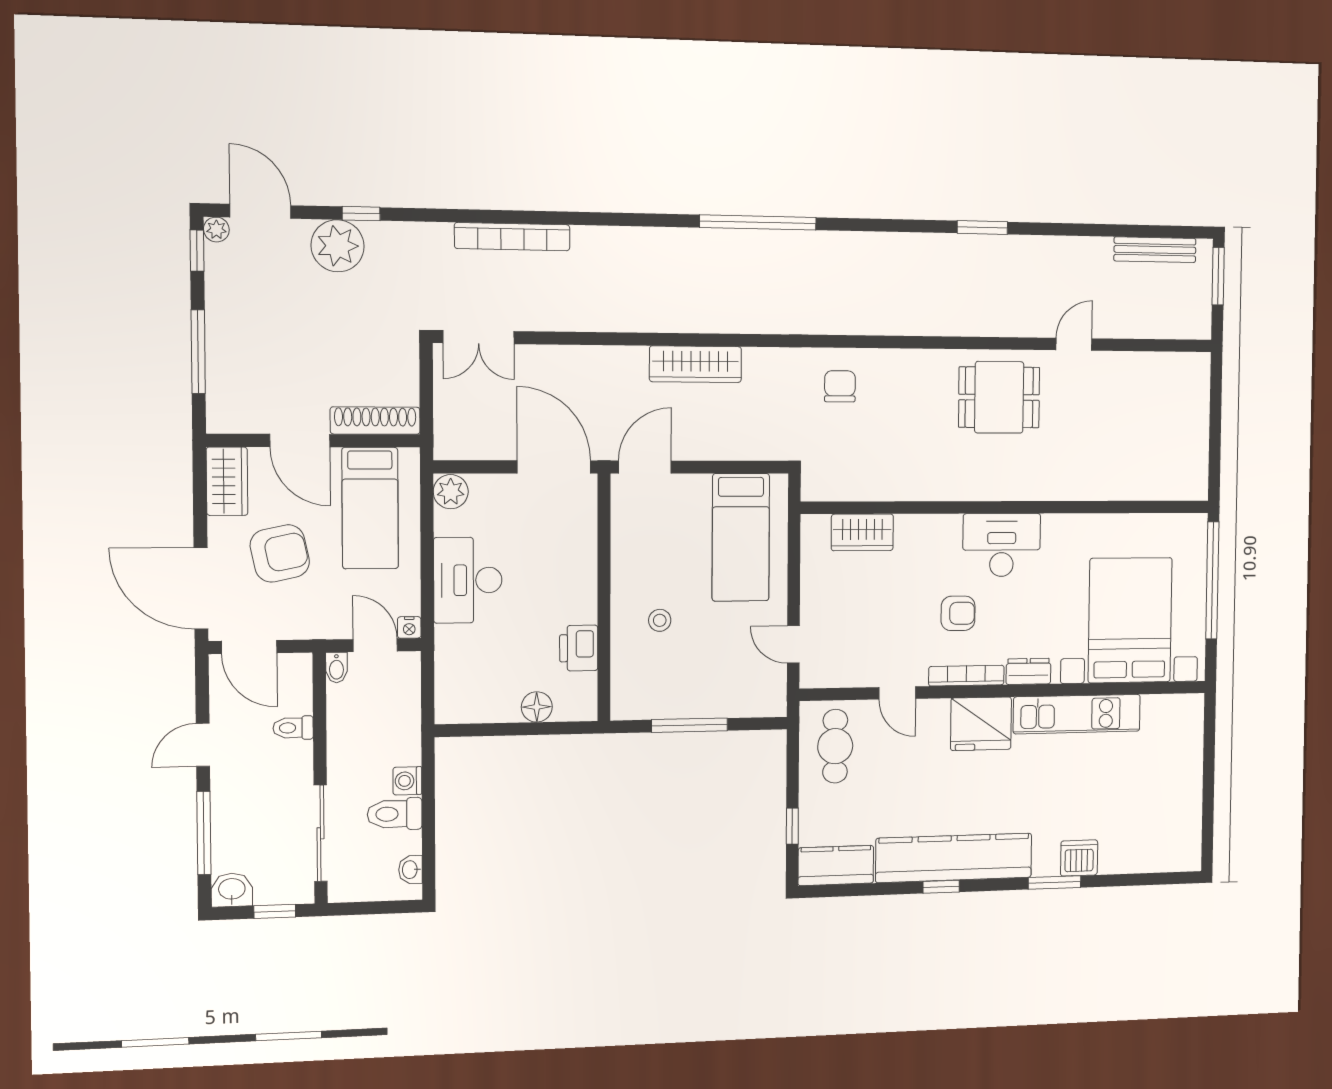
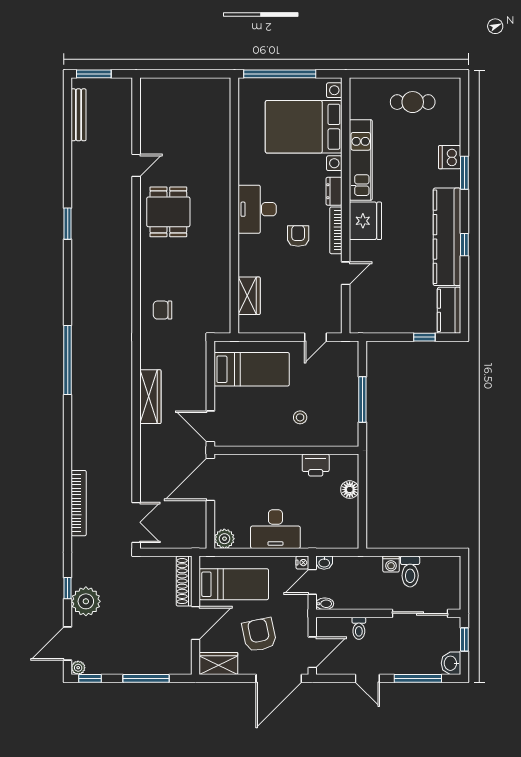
door: (1074, 344) -> (136, 165), swing flipped
cafe table: (835, 746) -> (413, 102), moved
washbasin: (410, 870) -> (324, 563), moved

